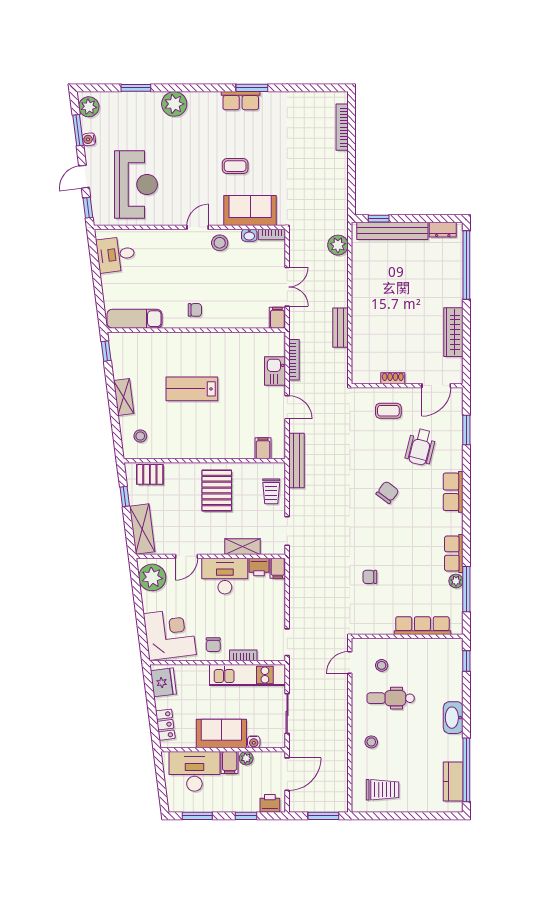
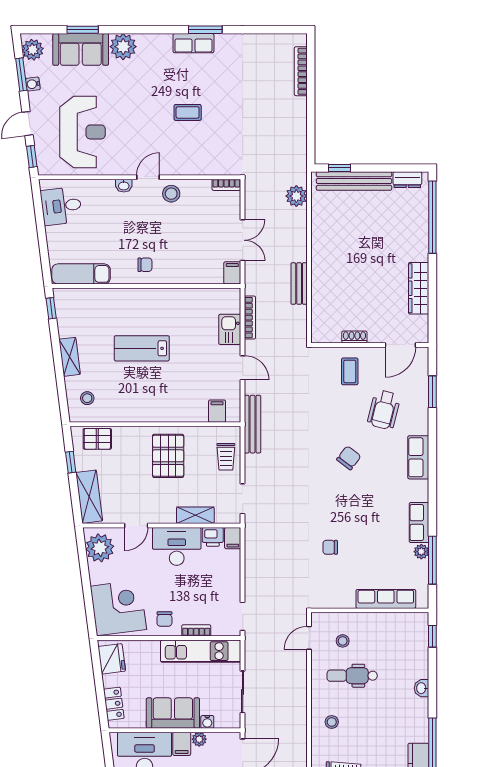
sofa: (250, 210) -> (81, 49), moved, turned 180
washbasin: (249, 235) -> (124, 186), moved
coffee table: (388, 411) -> (350, 371), turned 90
washbasin: (453, 718) -> (422, 688), width x0.52, depth x0.69

